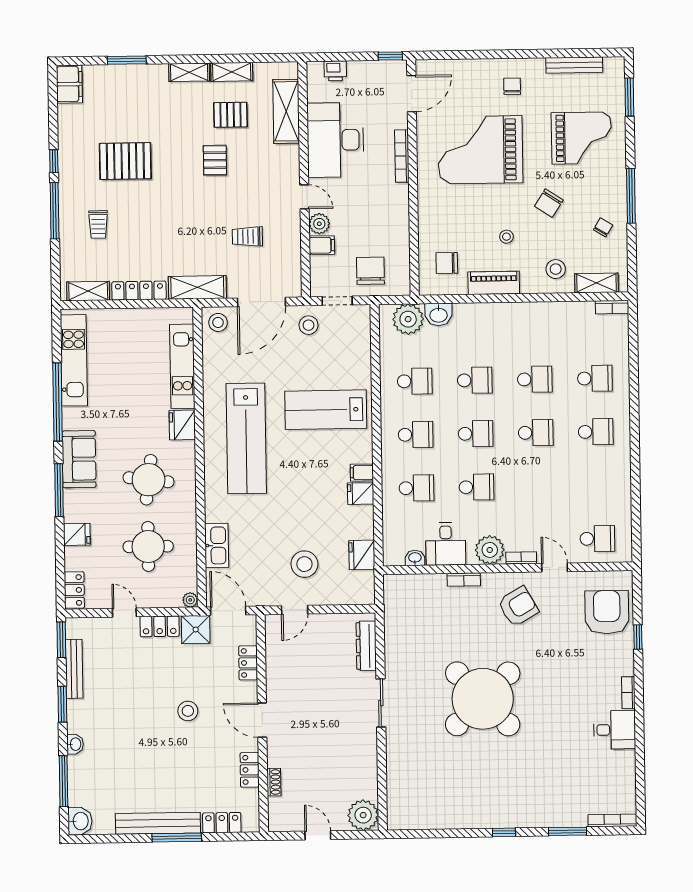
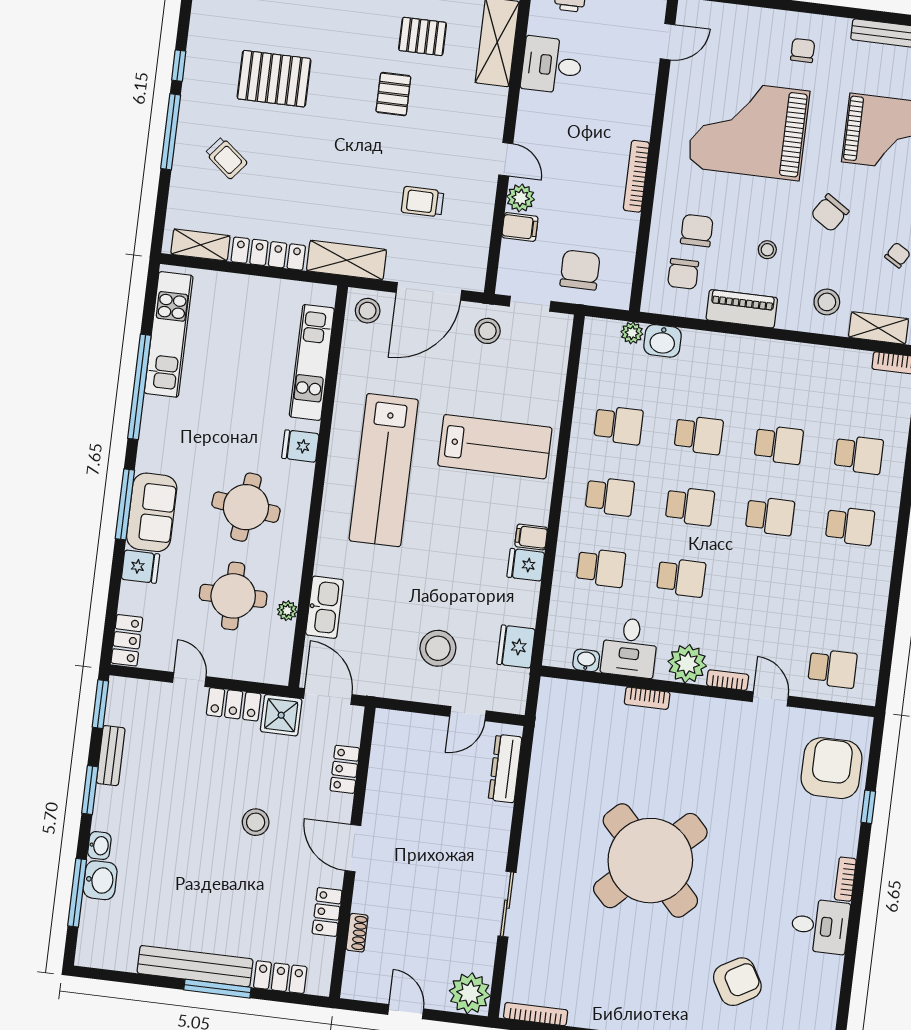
door: (412, 94) -> (667, 42), width x0.73
desk: (335, 140) -> (552, 65), width x0.53, depth x0.77
bookcase: (402, 156) -> (636, 176), moved
trolley: (98, 224) -> (226, 158), turned -51
chair: (453, 230) -> (697, 231), added
chair: (447, 263) -> (683, 274), turned -90
plant: (408, 319) -> (632, 333), width x0.53, depth x0.53
lab bench: (326, 410) -> (495, 447), turned 180
fridge: (182, 425) -> (300, 446), width x0.72
sofa: (79, 459) -> (152, 512), moved
plant: (190, 600) -> (287, 611), moved
armchair: (518, 606) -> (737, 982), moved
door: (295, 610) -> (468, 714), moved
bench: (74, 669) -> (111, 756), width x0.73
sliding door: (381, 703) -> (507, 904), moved
washbasin: (80, 821) -> (100, 880), moved
bookcase: (414, 824) -> (536, 1014), added

